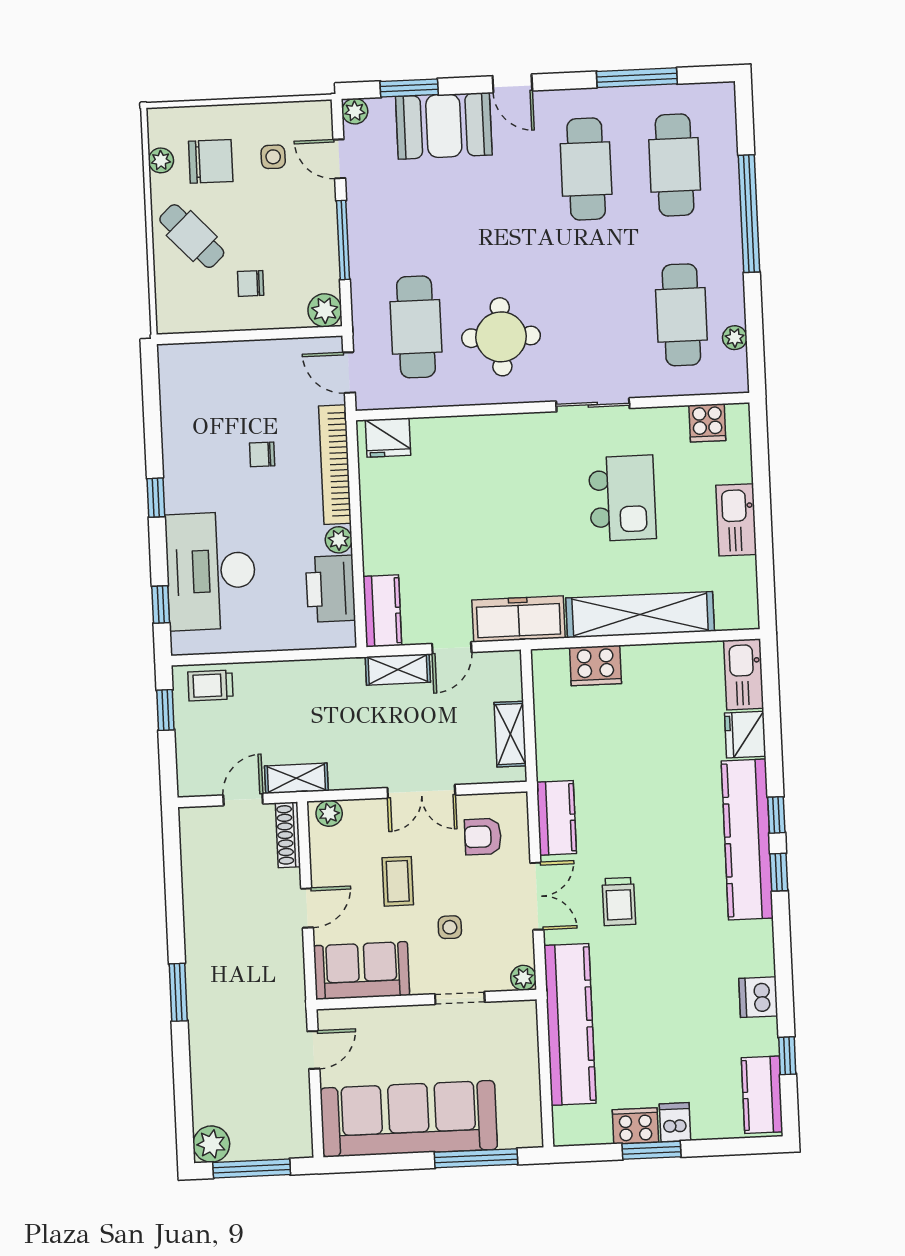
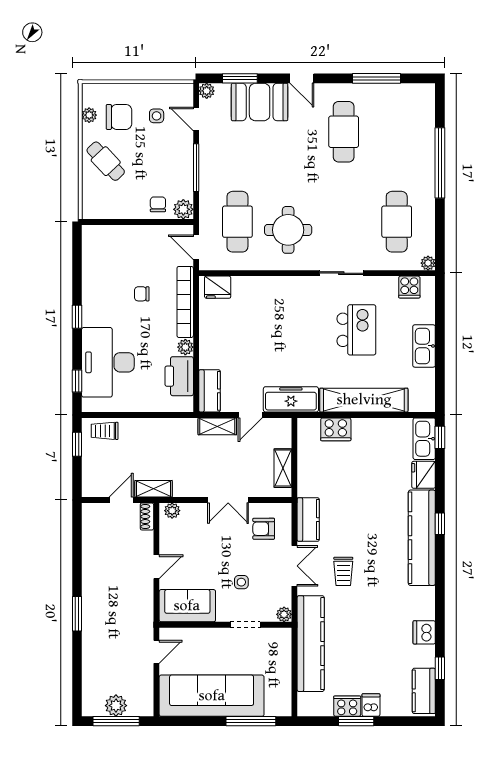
cafe table: (675, 165) -> (397, 132), removed
chair: (251, 283) -> (158, 204), moved, turned 90
plant: (735, 338) -> (428, 263), moved
shoe rack: (288, 835) -> (147, 517), width x0.70
window: (779, 872) -> (440, 437), moved
coffee table: (398, 881) -> (211, 553), removed
plant: (211, 1144) -> (116, 706), moved

